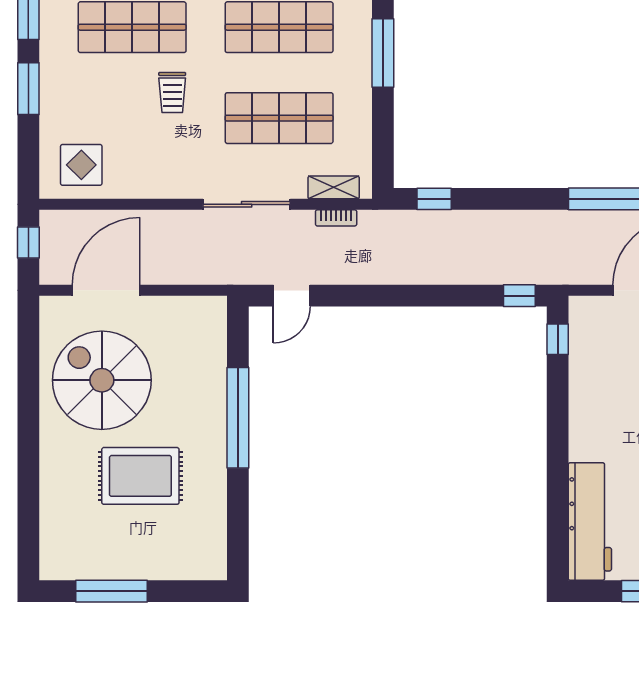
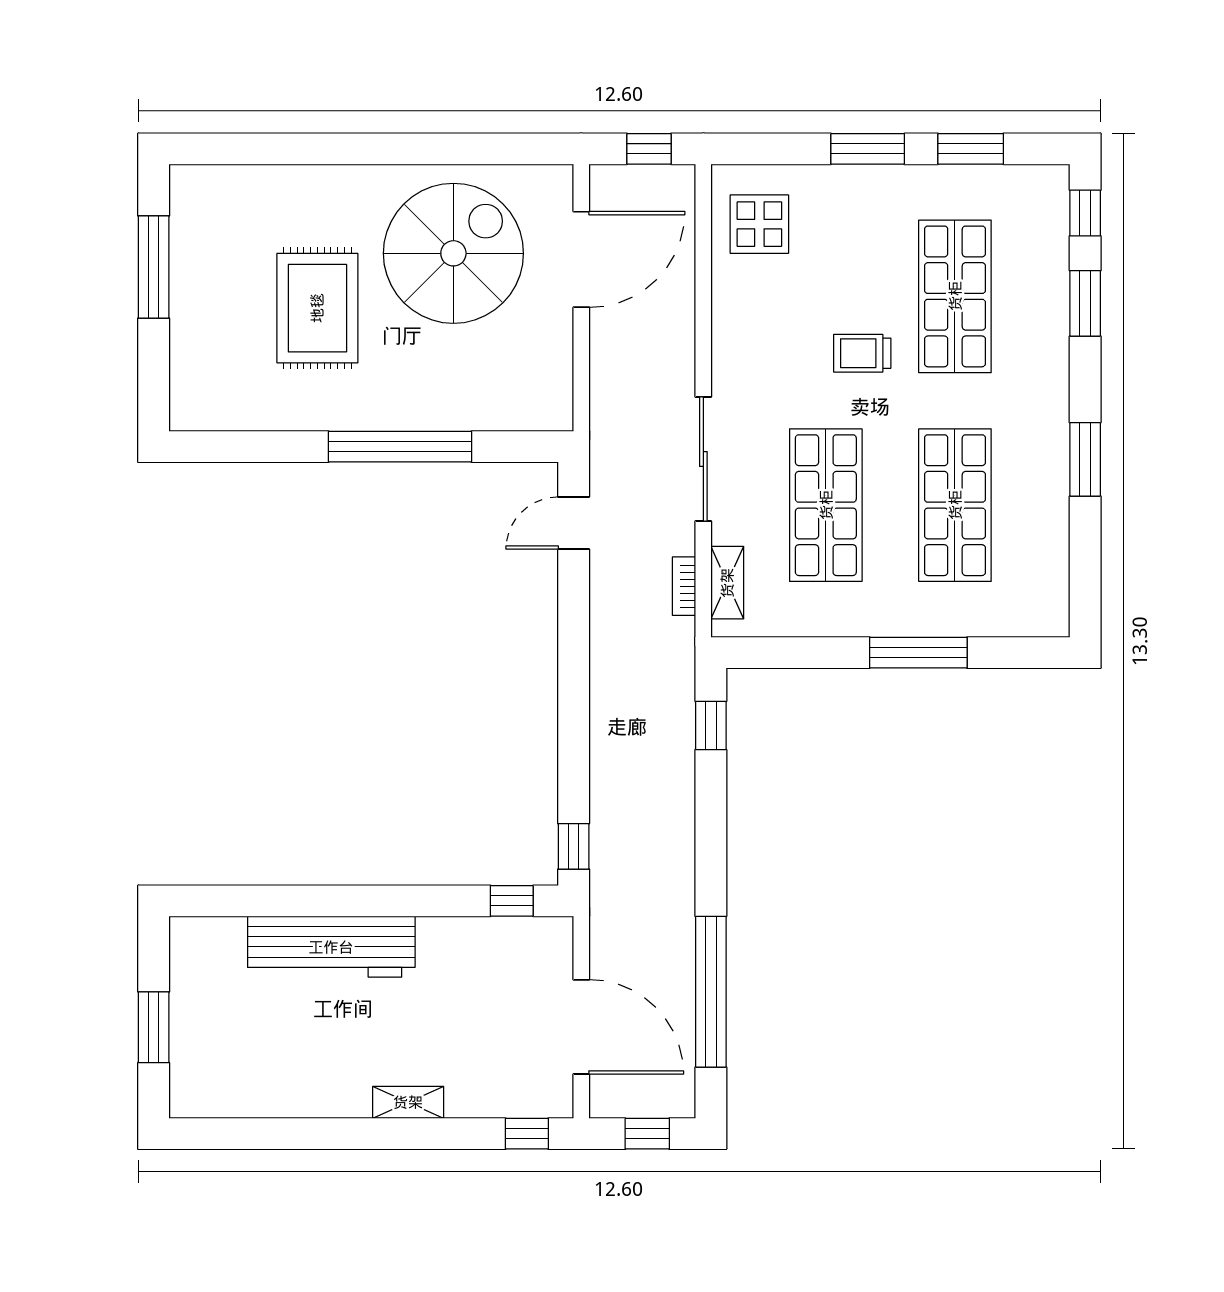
door: (106, 290) -> (581, 259), hinge flipped
door: (292, 296) -> (574, 523), hinge flipped
workbench: (590, 522) -> (331, 947), moved

